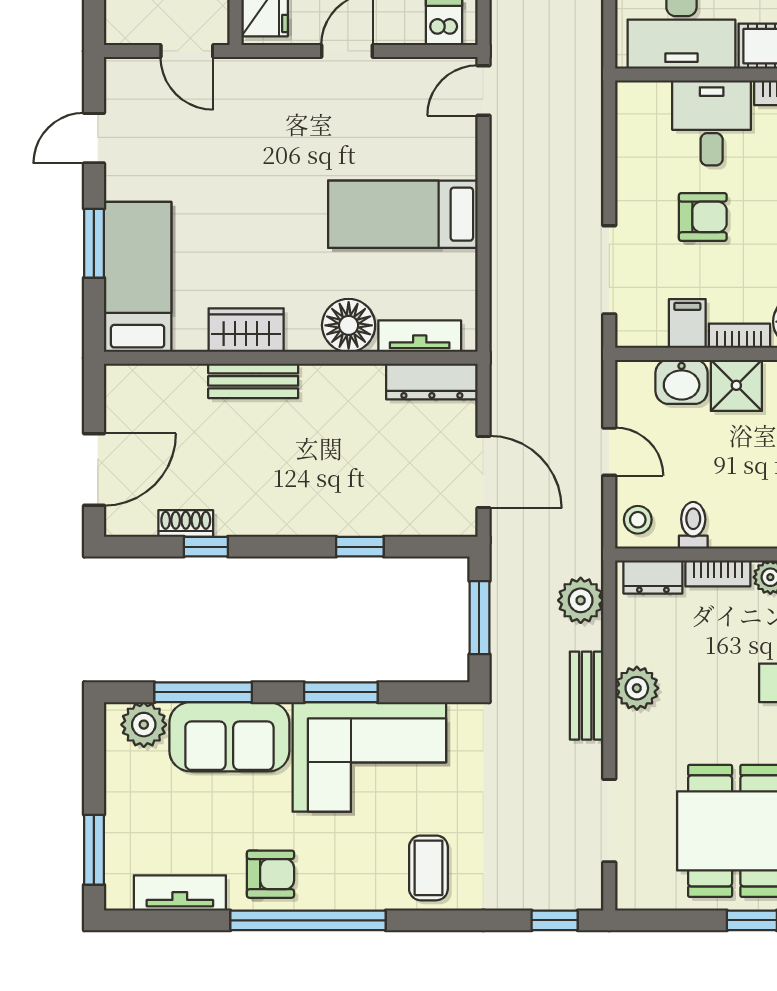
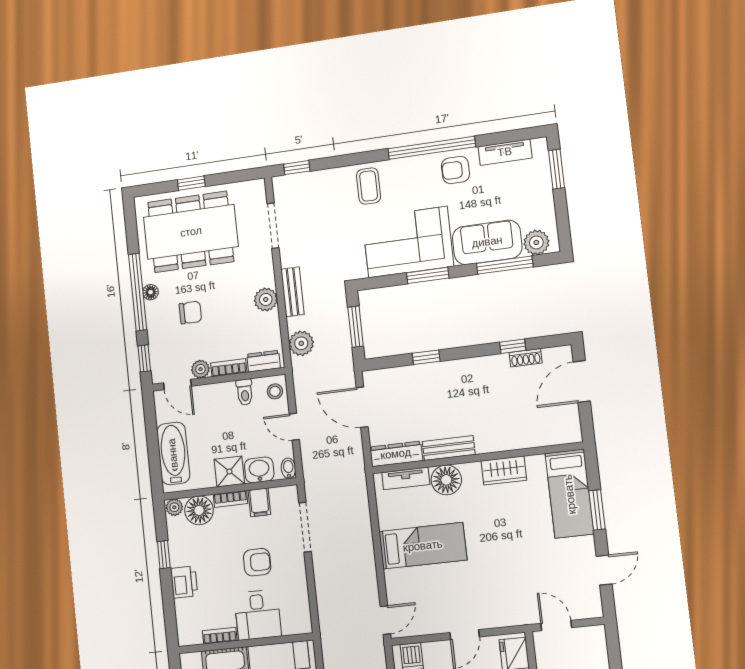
armchair: (703, 217) -> (257, 562), turned 180
bidet: (628, 379) -> (288, 468), added
bench: (253, 381) -> (449, 448), moved

